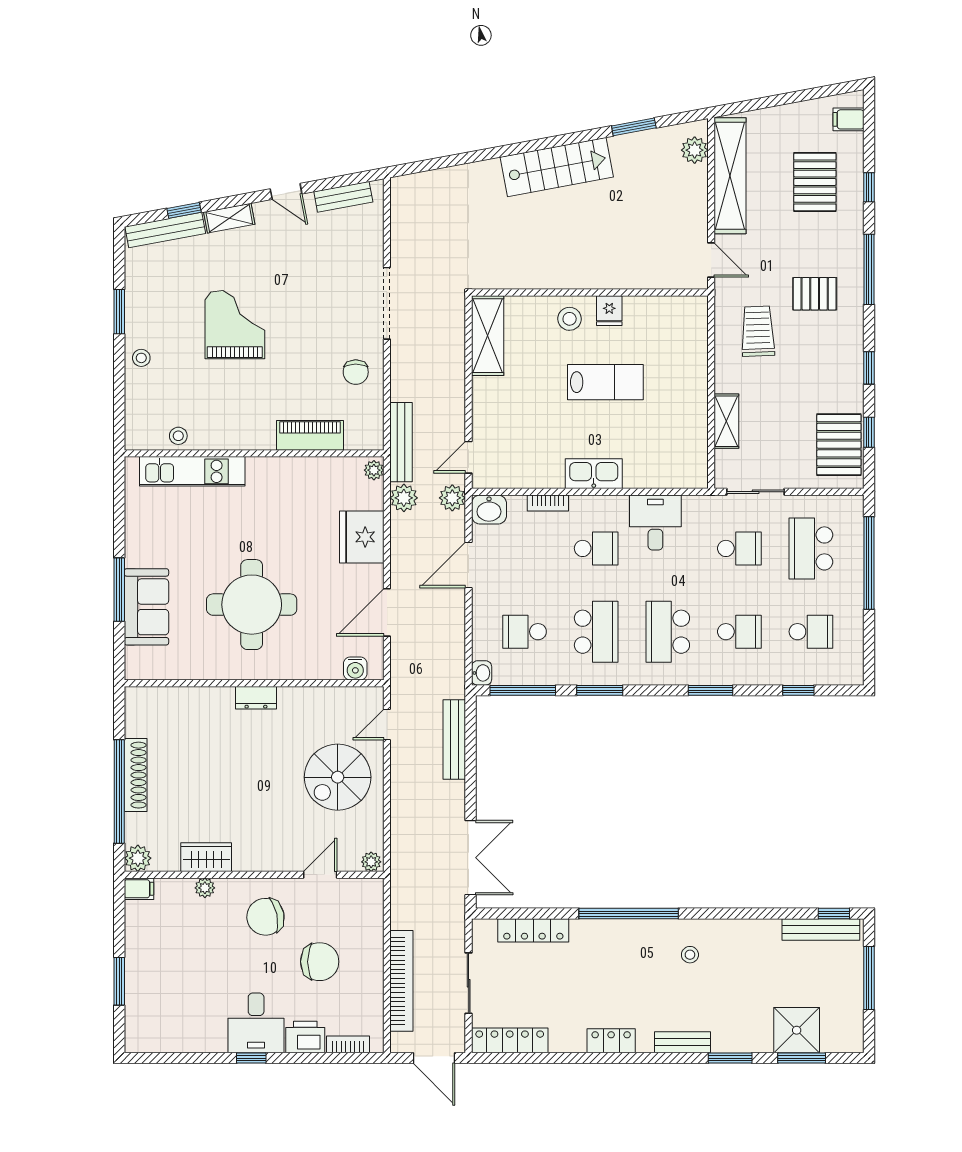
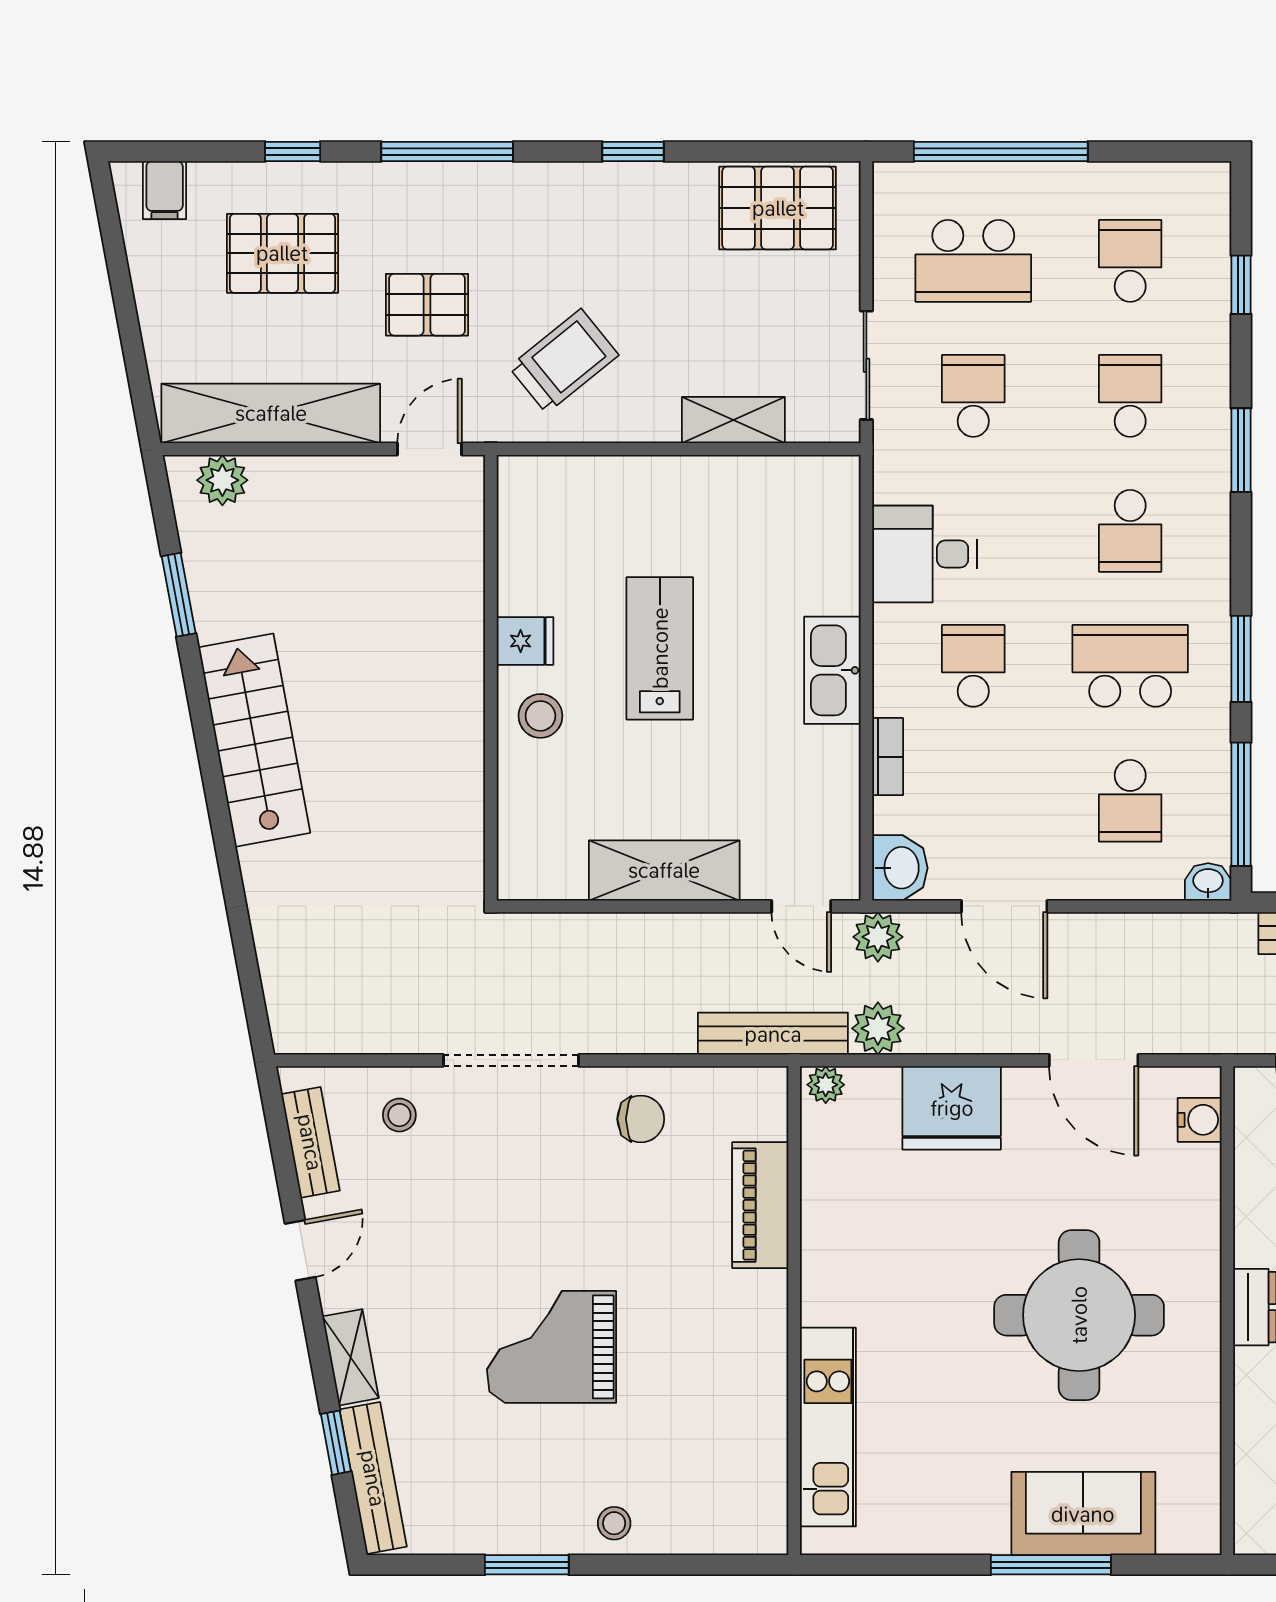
pallet: (815, 294) -> (427, 305), moved, turned 90
trolley: (758, 331) -> (564, 361), turned 143
shelving: (488, 336) -> (664, 870), moved
window: (869, 432) -> (754, 152), removed
stool: (178, 436) -> (399, 1115), moved
school desk: (668, 632) -> (1130, 531), width x0.54

